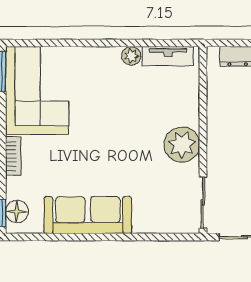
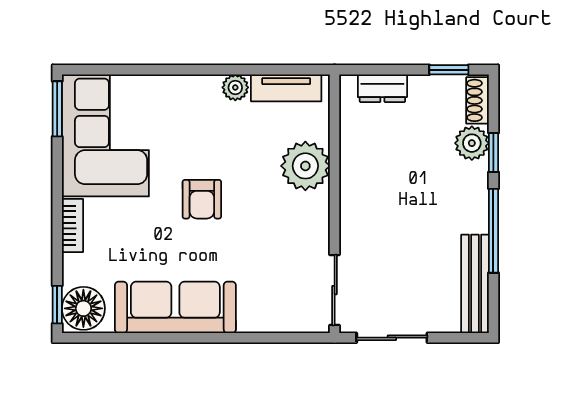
armchair: (107, 137) -> (202, 199), added
plant: (182, 145) -> (305, 166), moved
floor lamp: (17, 212) -> (83, 308), width x1.38, depth x1.38

